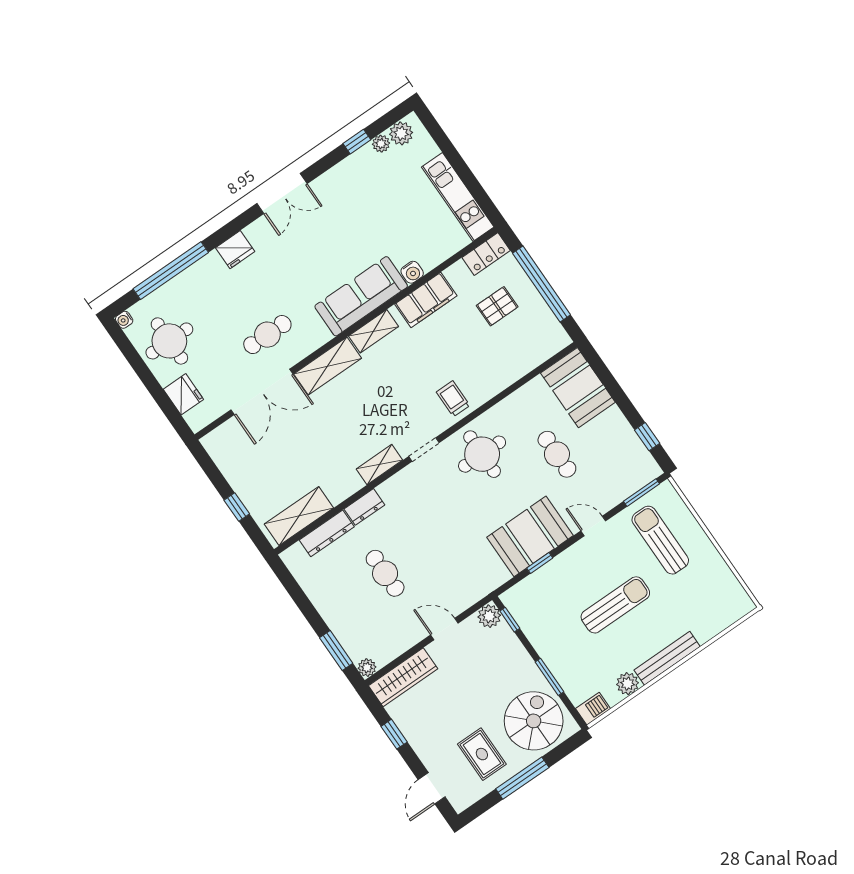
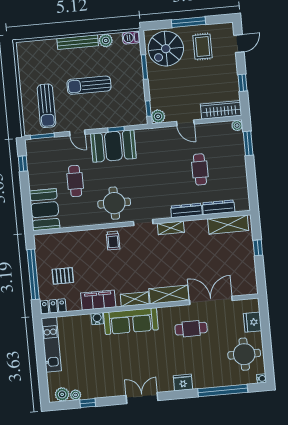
dresser: (364, 507) -> (186, 211), width x1.44

